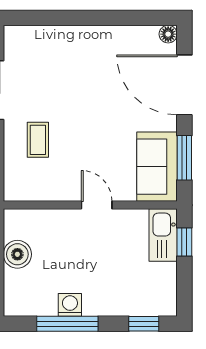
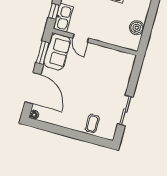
coffee table: (38, 140) -> (92, 124), moved
door: (97, 205) -> (81, 38), moved

